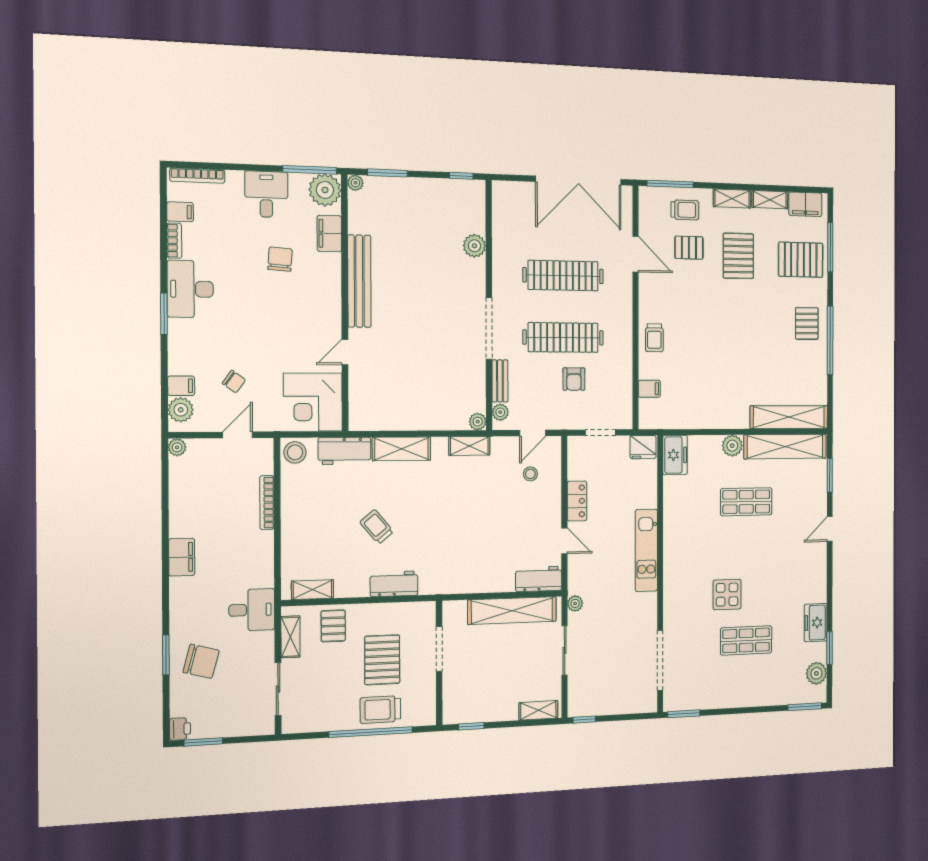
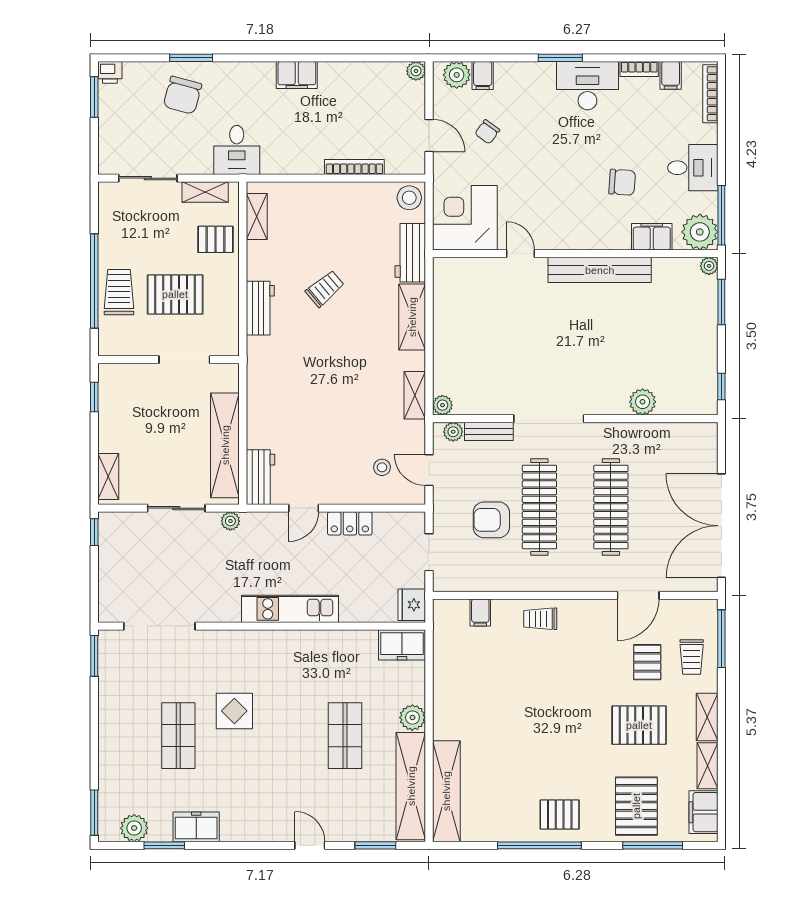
armchair: (574, 379) -> (491, 520), width x1.38, depth x1.38

